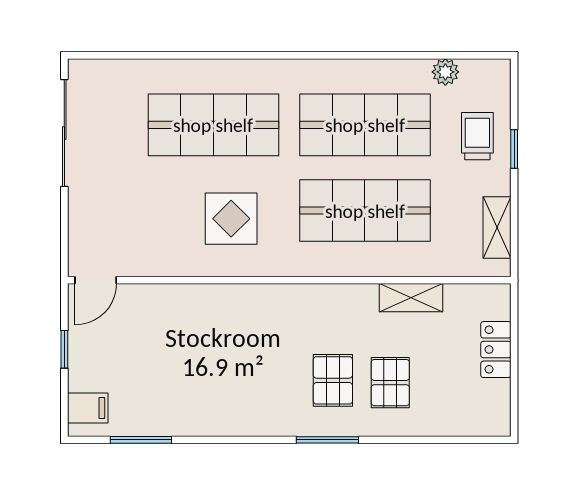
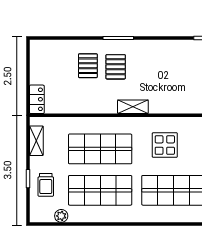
shelving: (411, 298) -> (133, 107), moved
locker: (496, 350) -> (37, 99), moved

